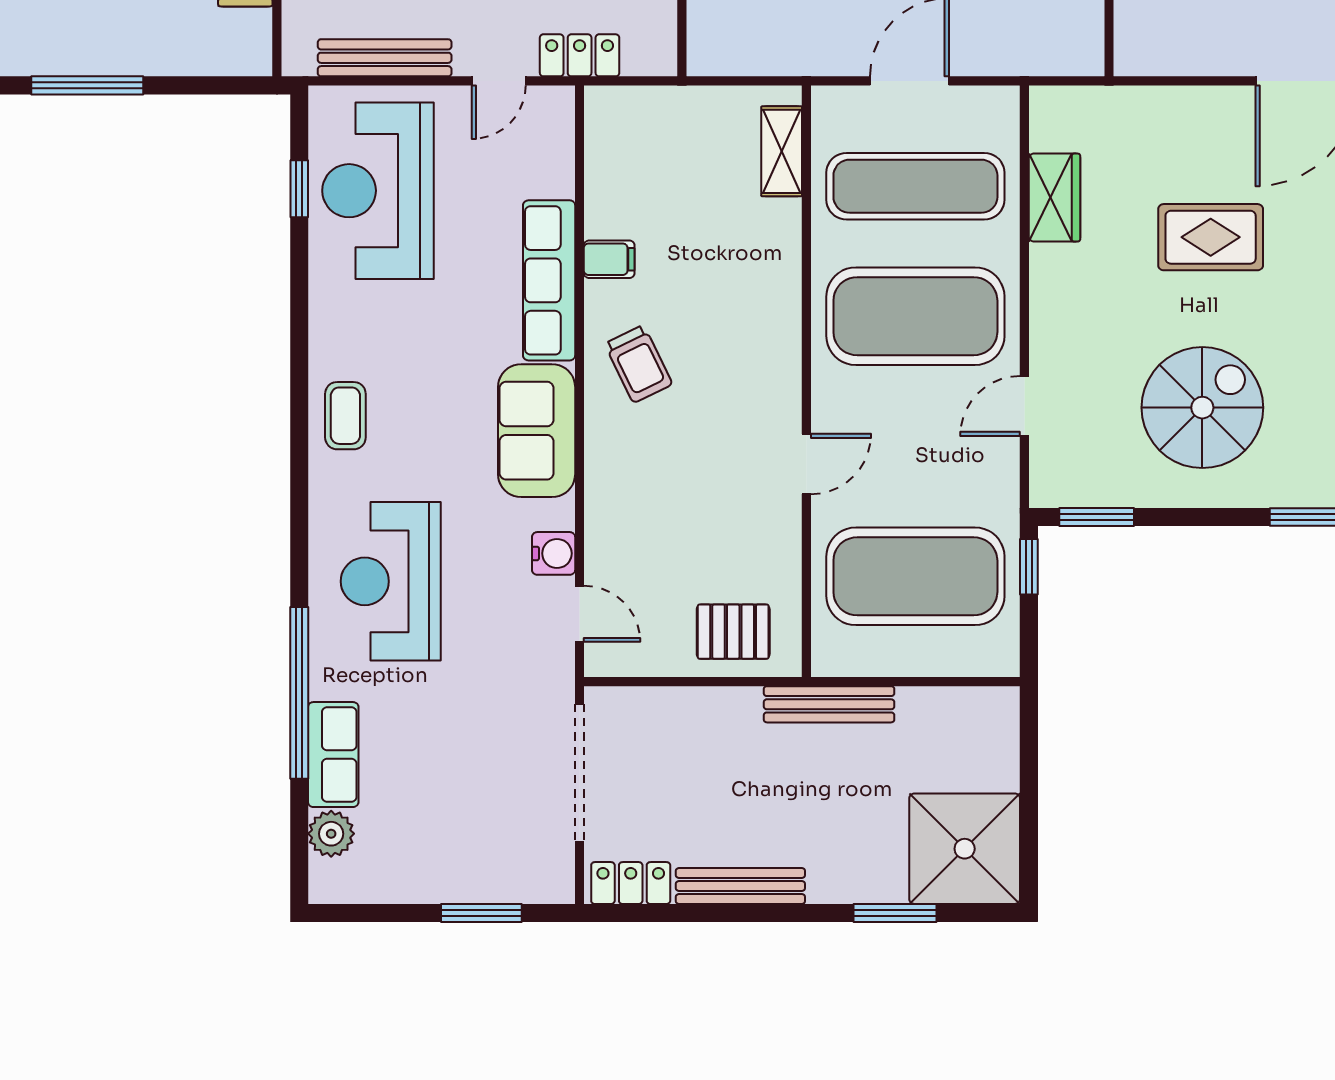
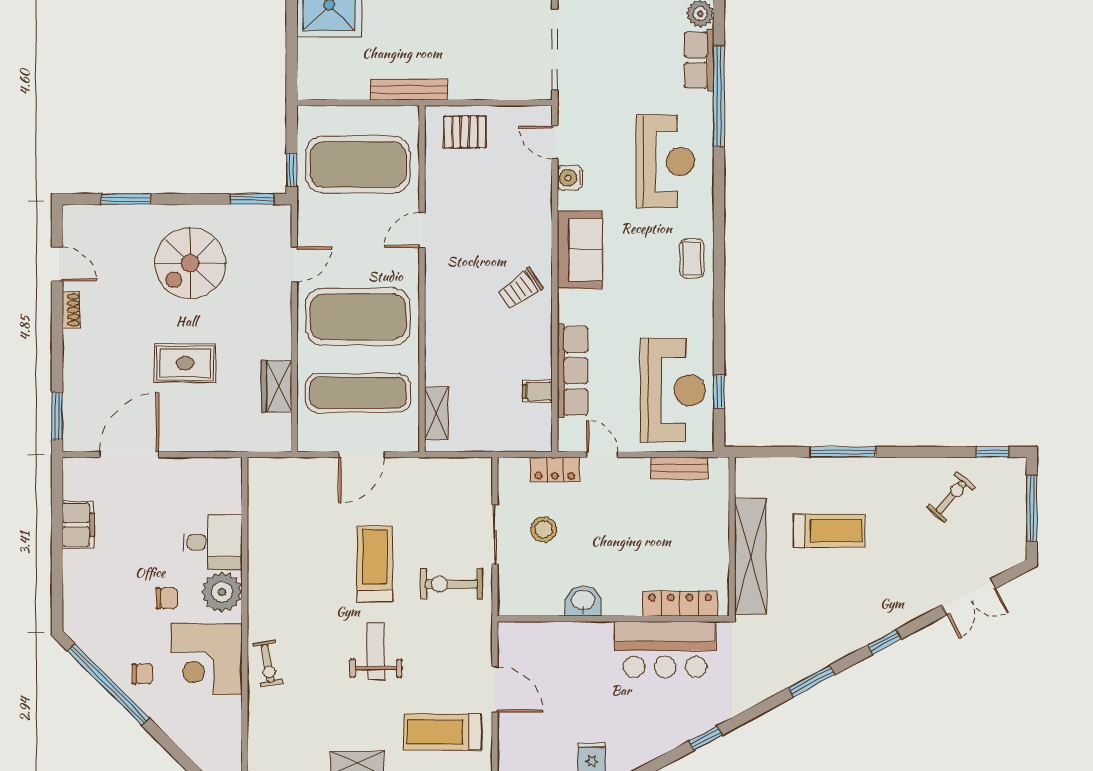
bench: (385, 58) -> (679, 468), width x0.73
door: (499, 81) -> (602, 455), hinge flipped
filing cabinet: (609, 259) -> (537, 391), moved
row of seats: (549, 280) -> (573, 371), moved
trolley: (639, 364) -> (520, 289), turned -99

